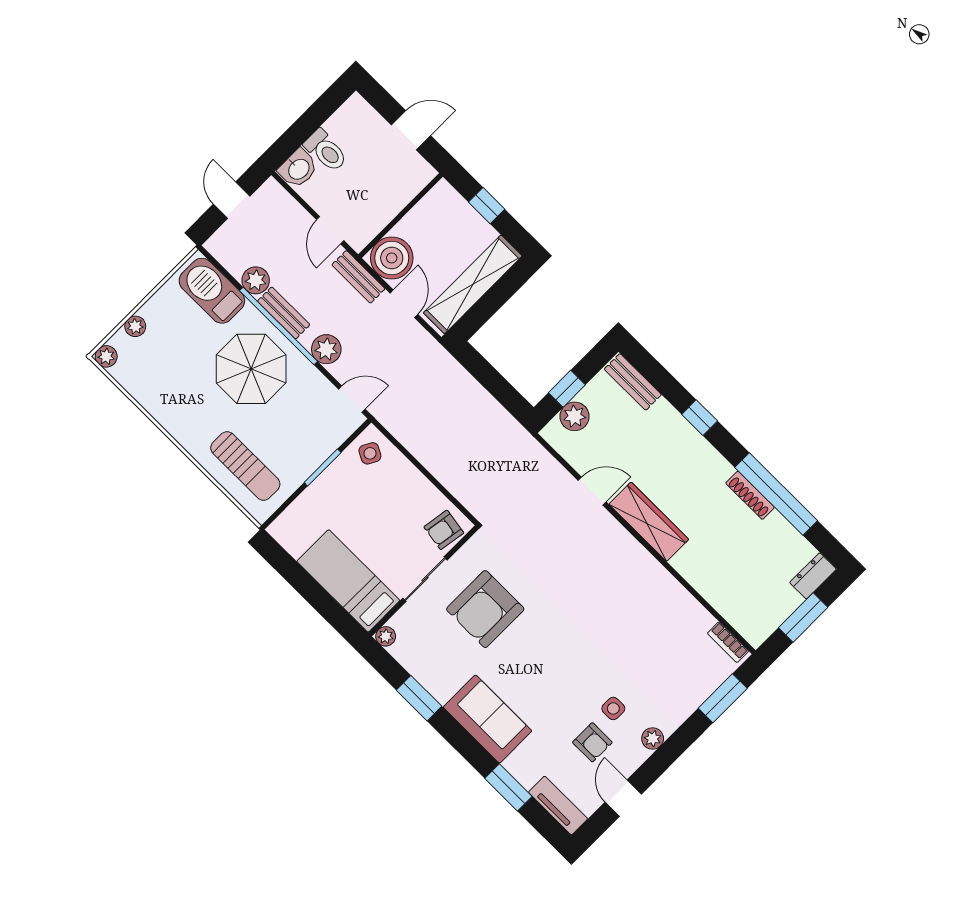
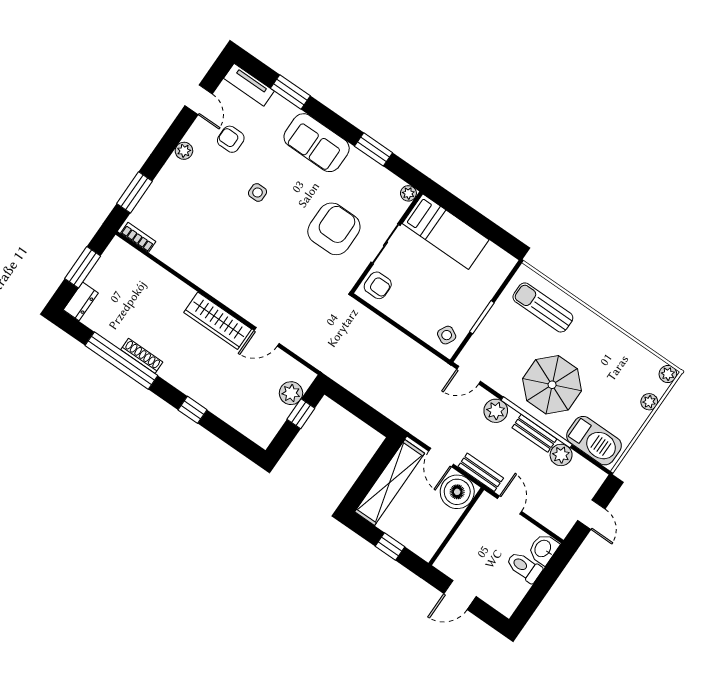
bench: (633, 382) -> (250, 429), removed
armchair: (444, 530) -> (378, 285), turned 81
side table: (613, 708) -> (258, 192), moved

